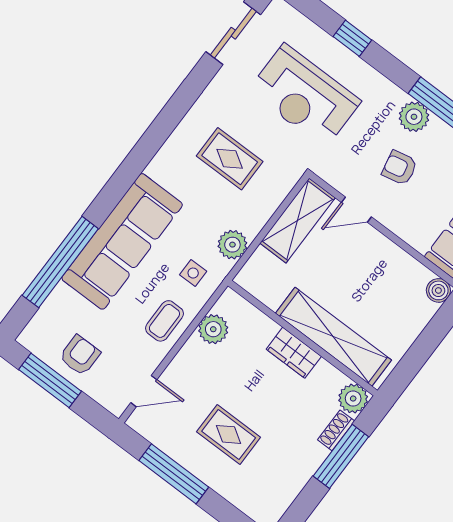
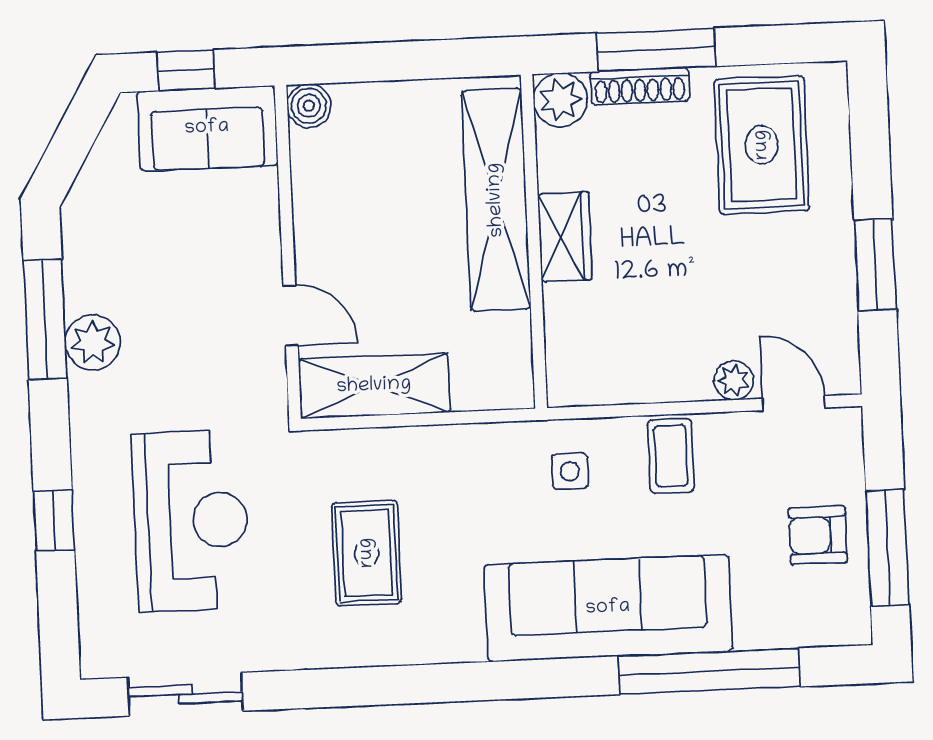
armchair: (400, 168) -> (181, 303), removed
plant: (232, 245) -> (484, 449), removed
coffee table: (164, 321) -> (671, 456), turned 90
plant: (213, 329) -> (734, 380), moved, width x0.73, depth x0.73
shoe rack: (336, 430) -> (640, 86), width x1.43
rug: (229, 434) -> (762, 145), moved, width x1.36, depth x1.43
window: (174, 474) -> (875, 265), width x0.69

